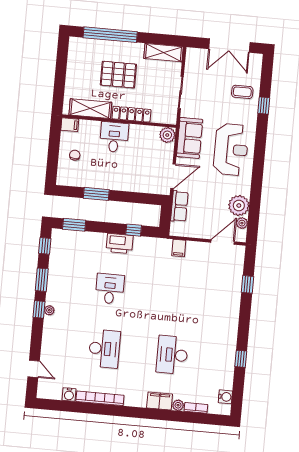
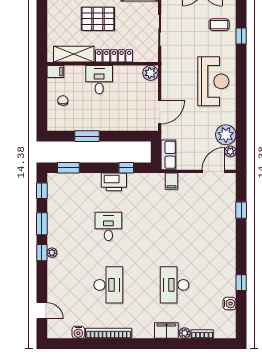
sofa: (190, 138) -> (172, 74), removed
row of seats: (179, 206) -> (168, 155), moved
water cooler: (225, 397) -> (230, 304), moved

